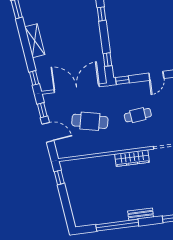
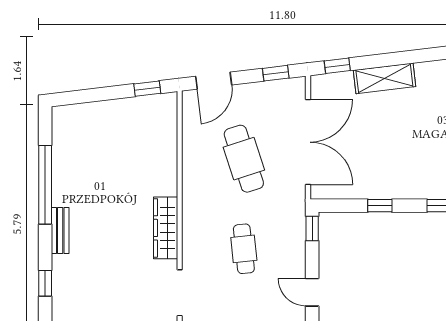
shelving: (35, 41) -> (384, 78), moved
window: (107, 60) -> (380, 206), moved
cafe table: (90, 121) -> (244, 159), turned -30
door: (48, 132) -> (214, 81), moved

